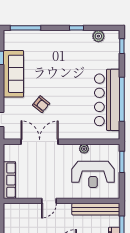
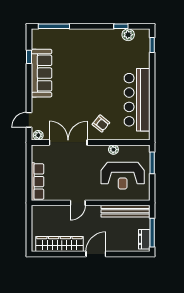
window: (77, 28) -> (121, 26), moved
window: (122, 99) -> (152, 99), removed
armchair: (41, 104) -> (101, 124), moved
plant: (10, 135) -> (38, 135), added

